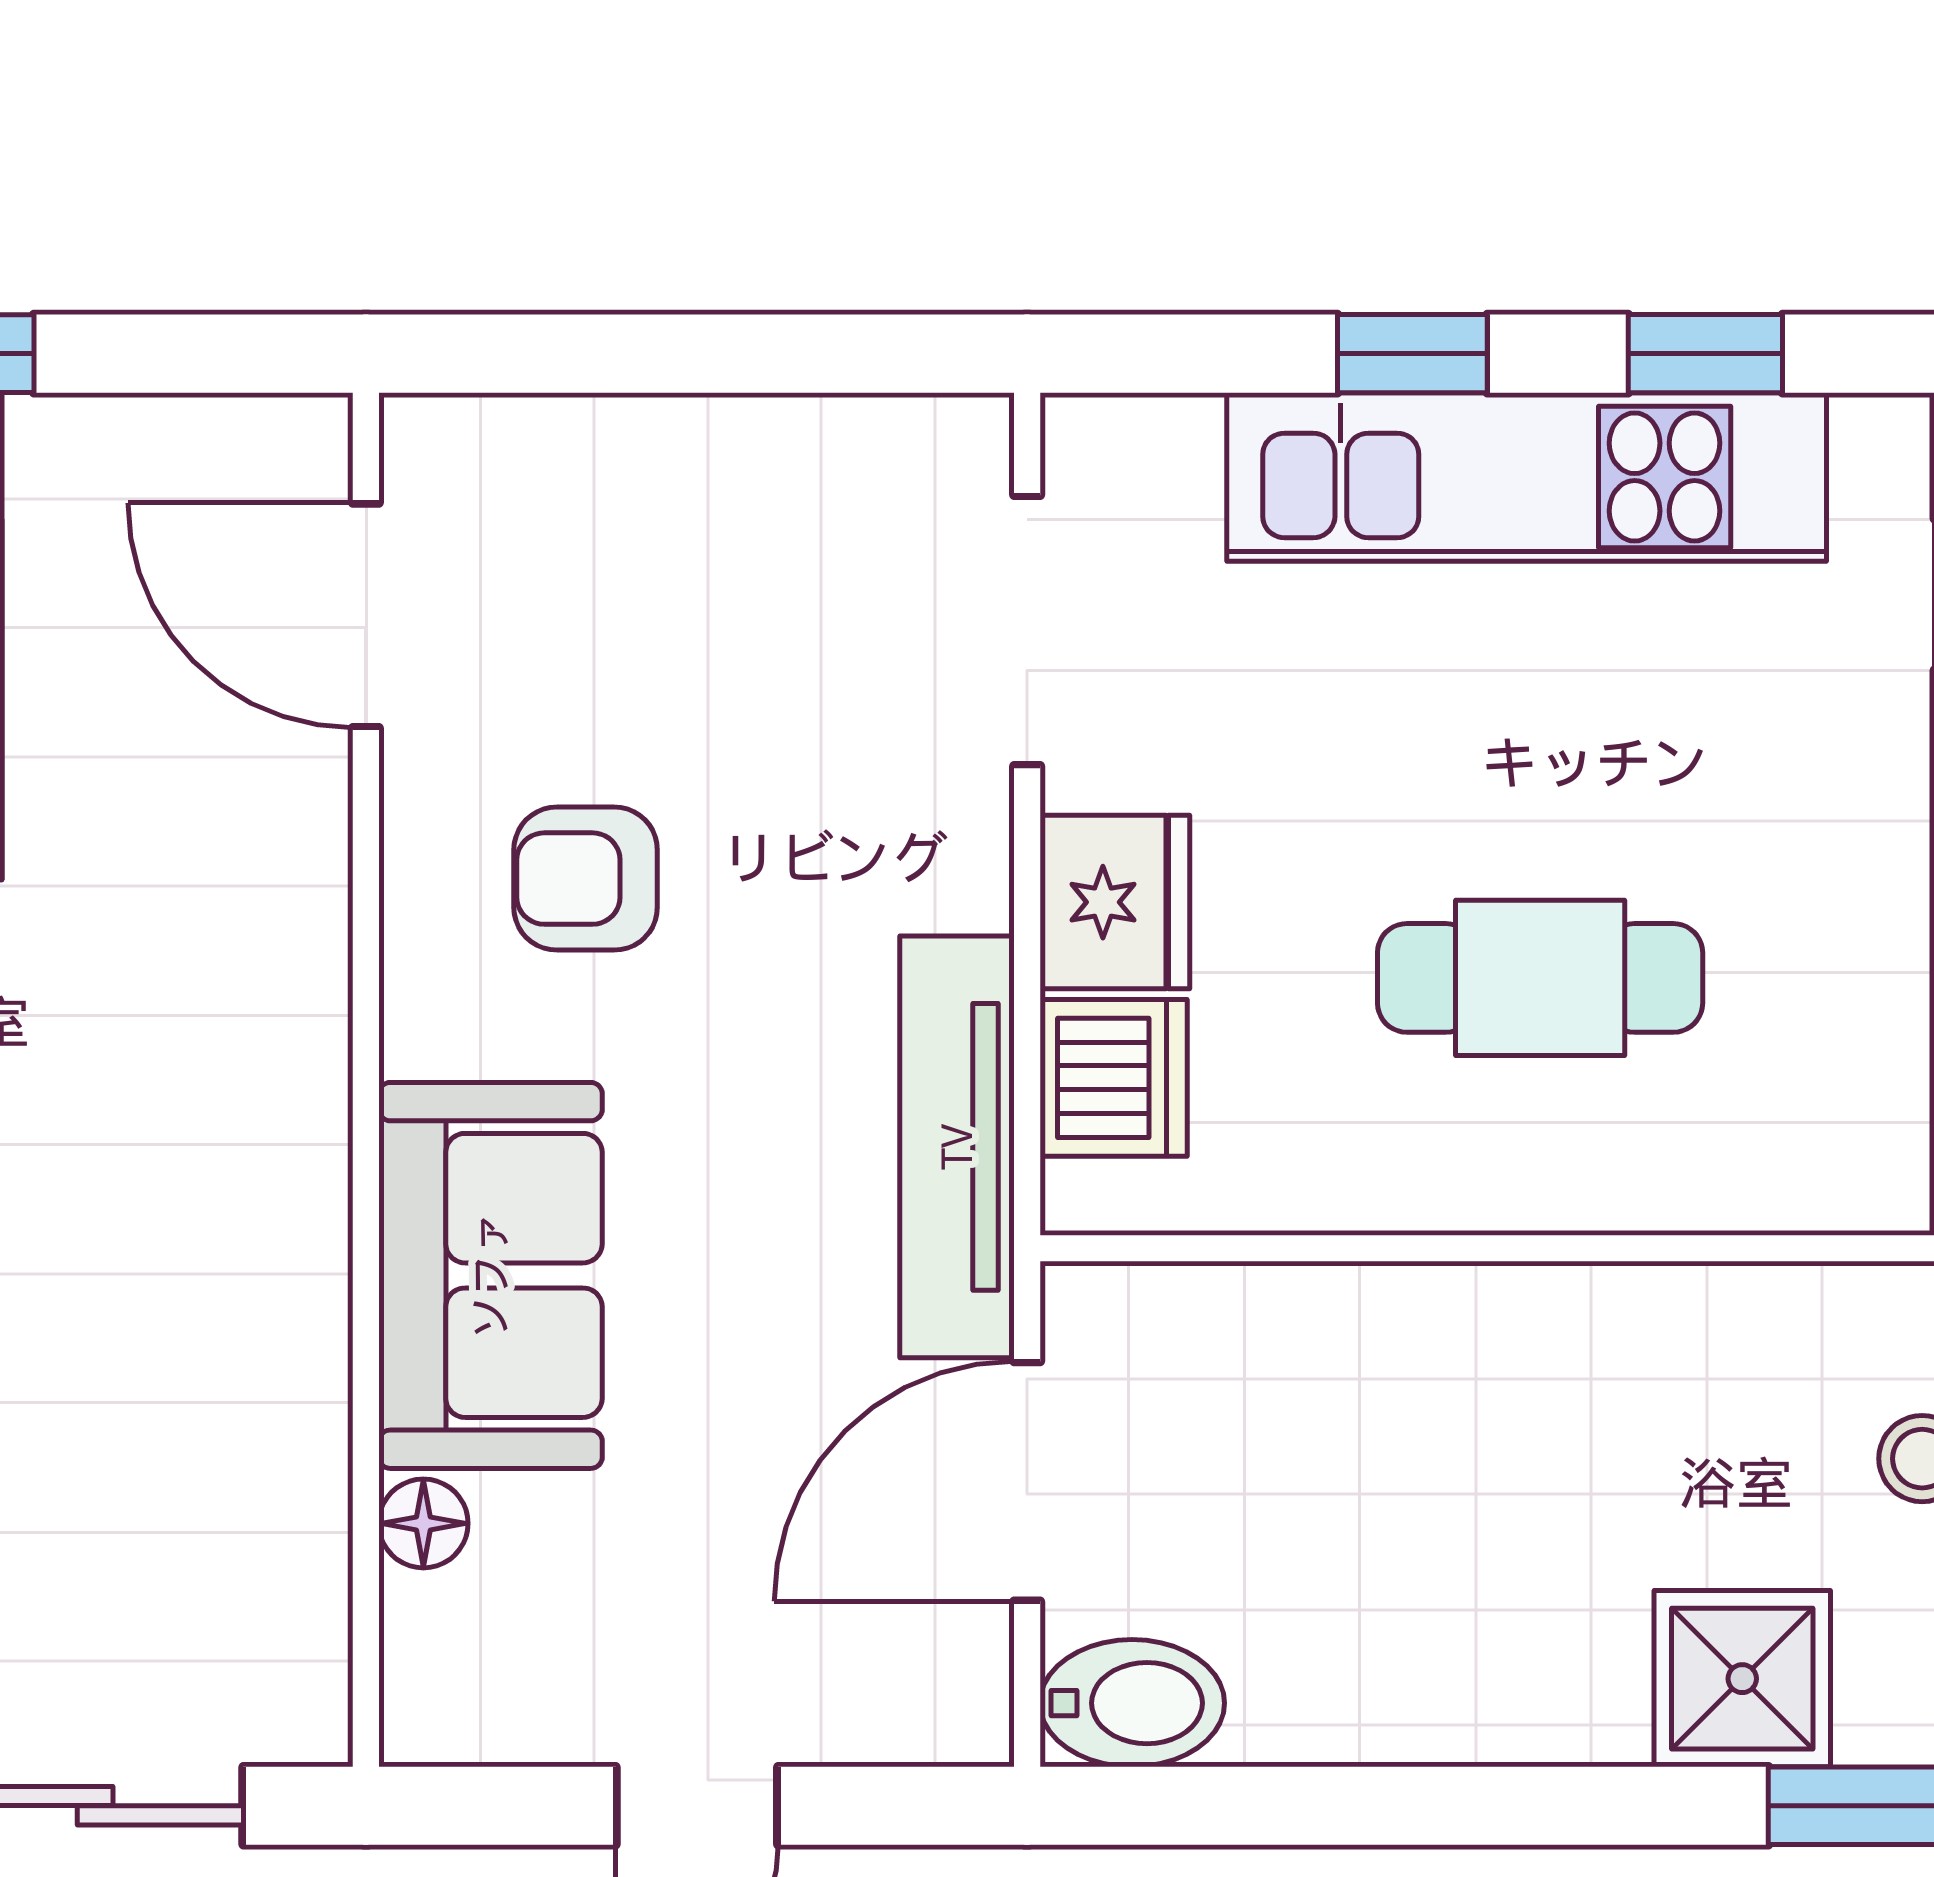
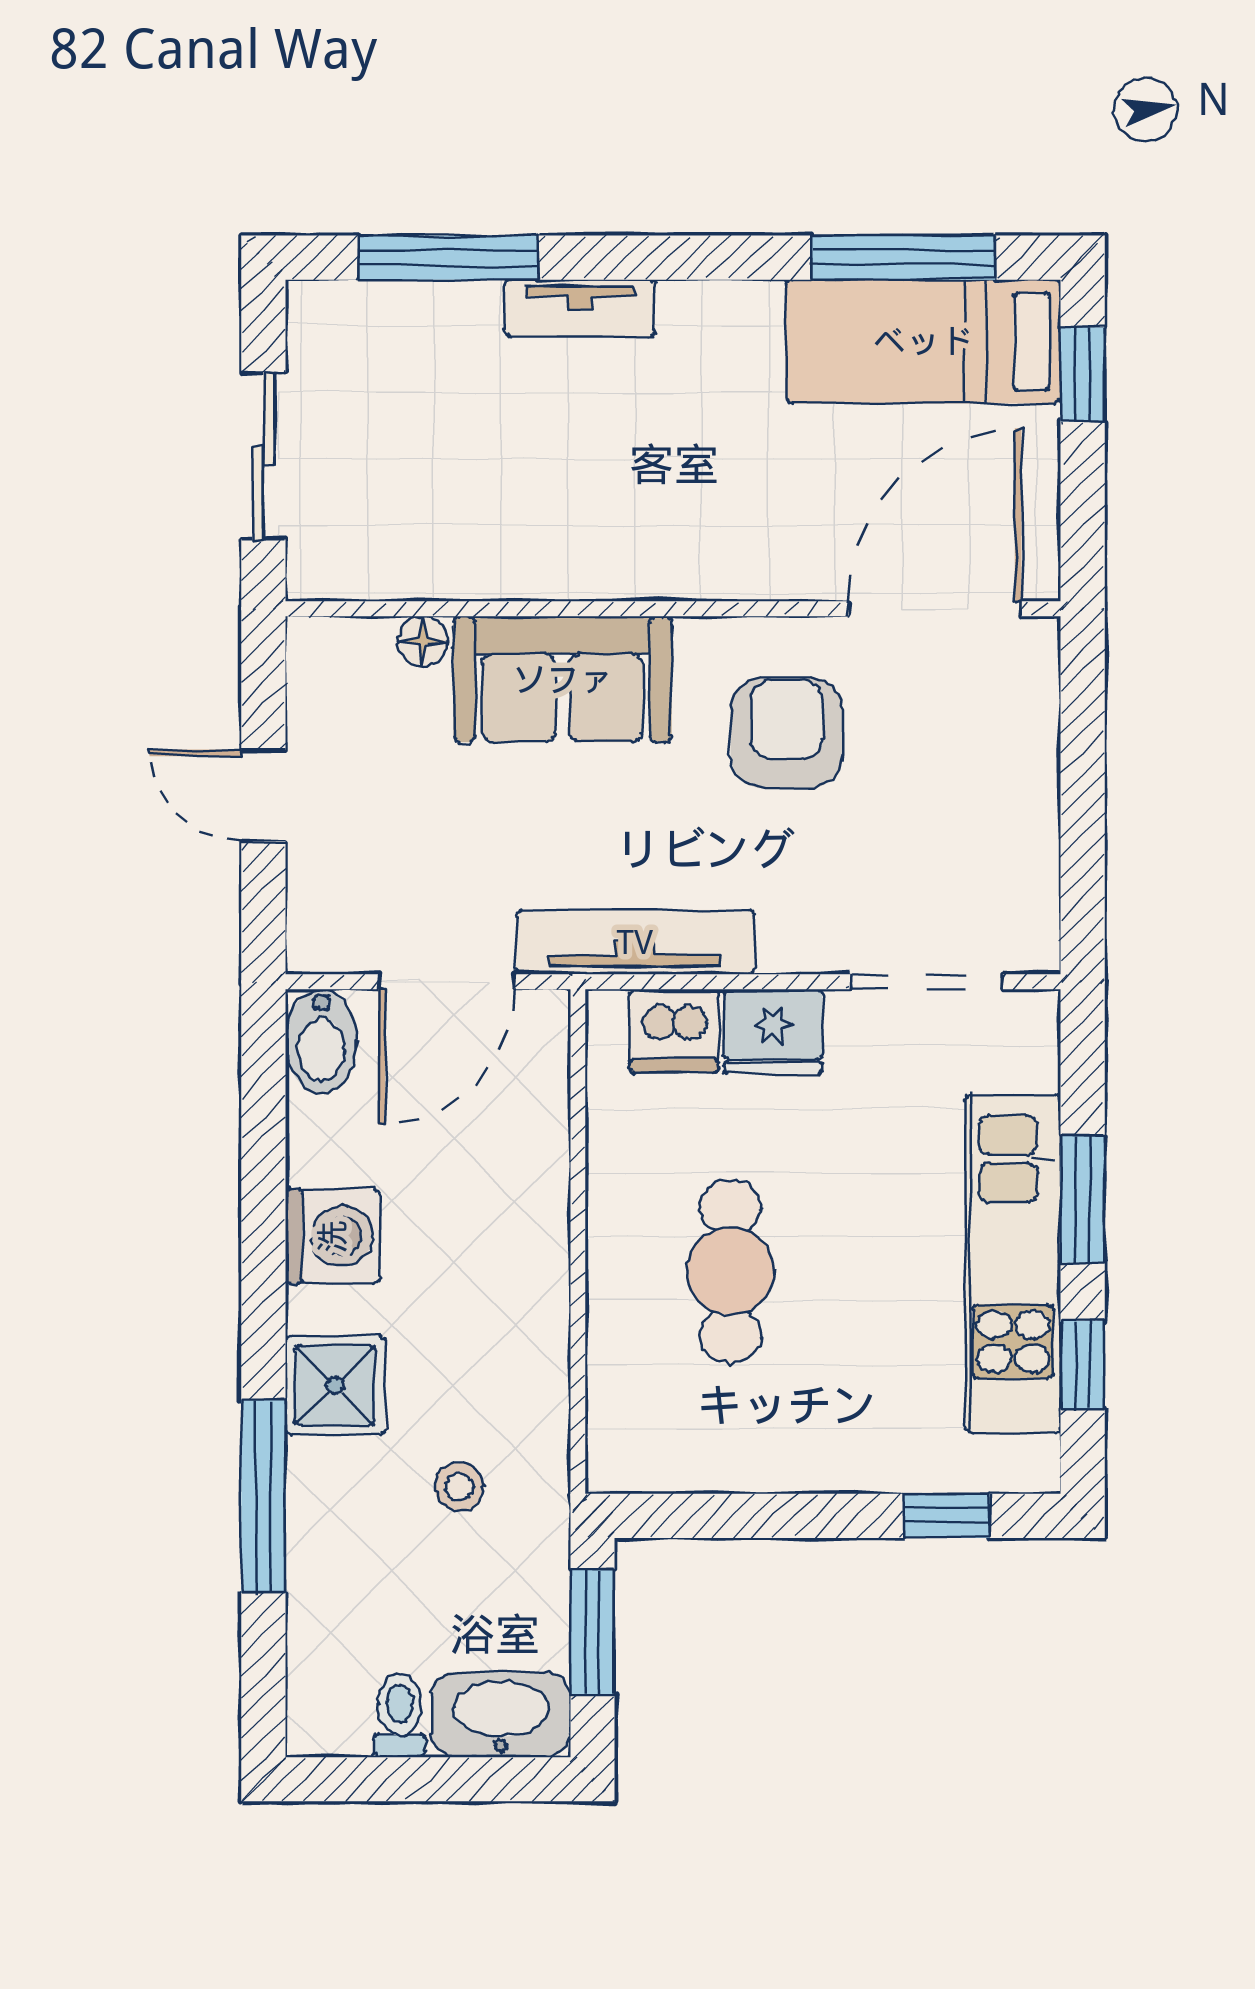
window: (1412, 354) -> (1083, 1199), width x1.50
door: (366, 615) -> (935, 609), width x1.36
armchair: (586, 879) -> (786, 733), width x1.38, depth x1.38
door: (1027, 1481) -> (446, 982), swing flipped
washing machine: (1477, 1683) -> (332, 1236), added

